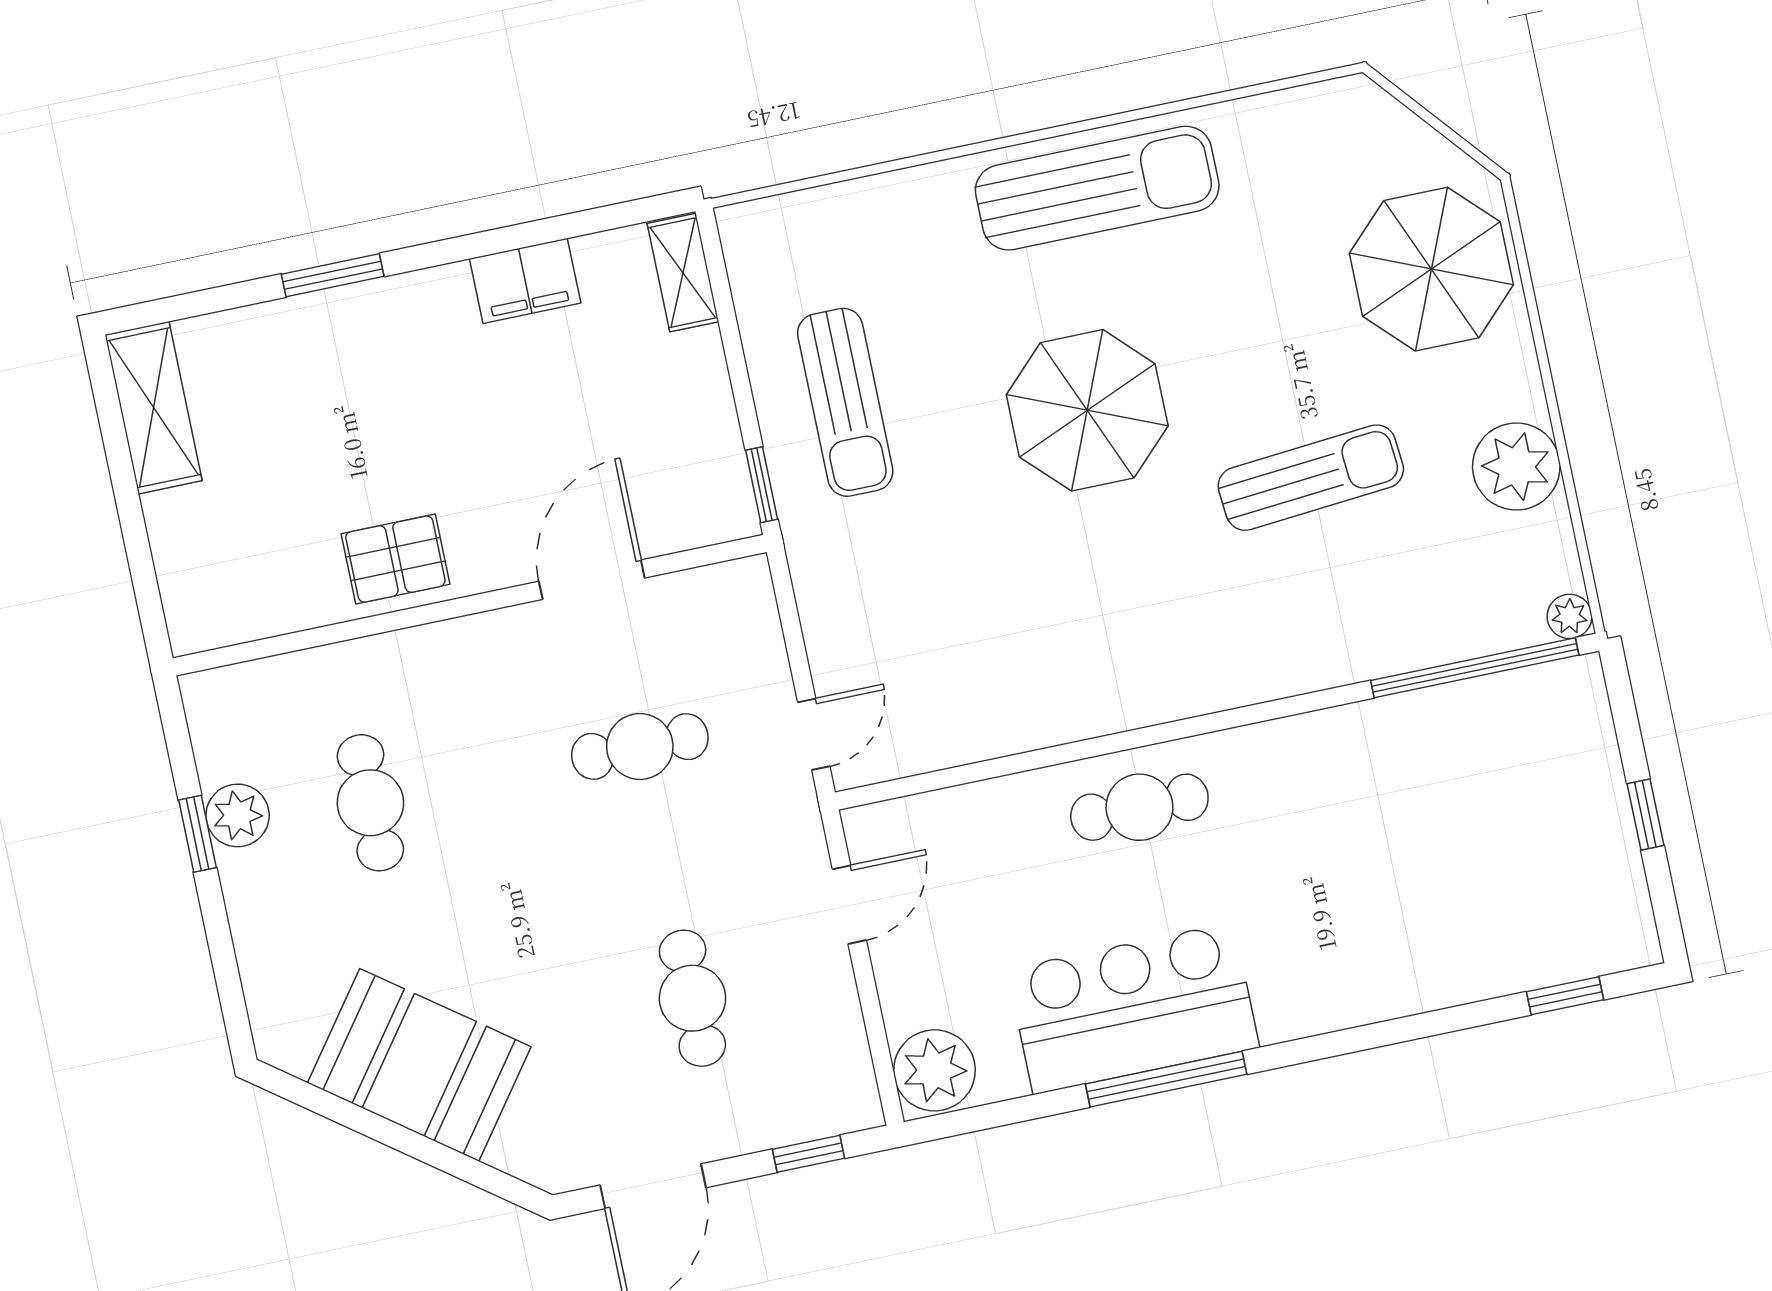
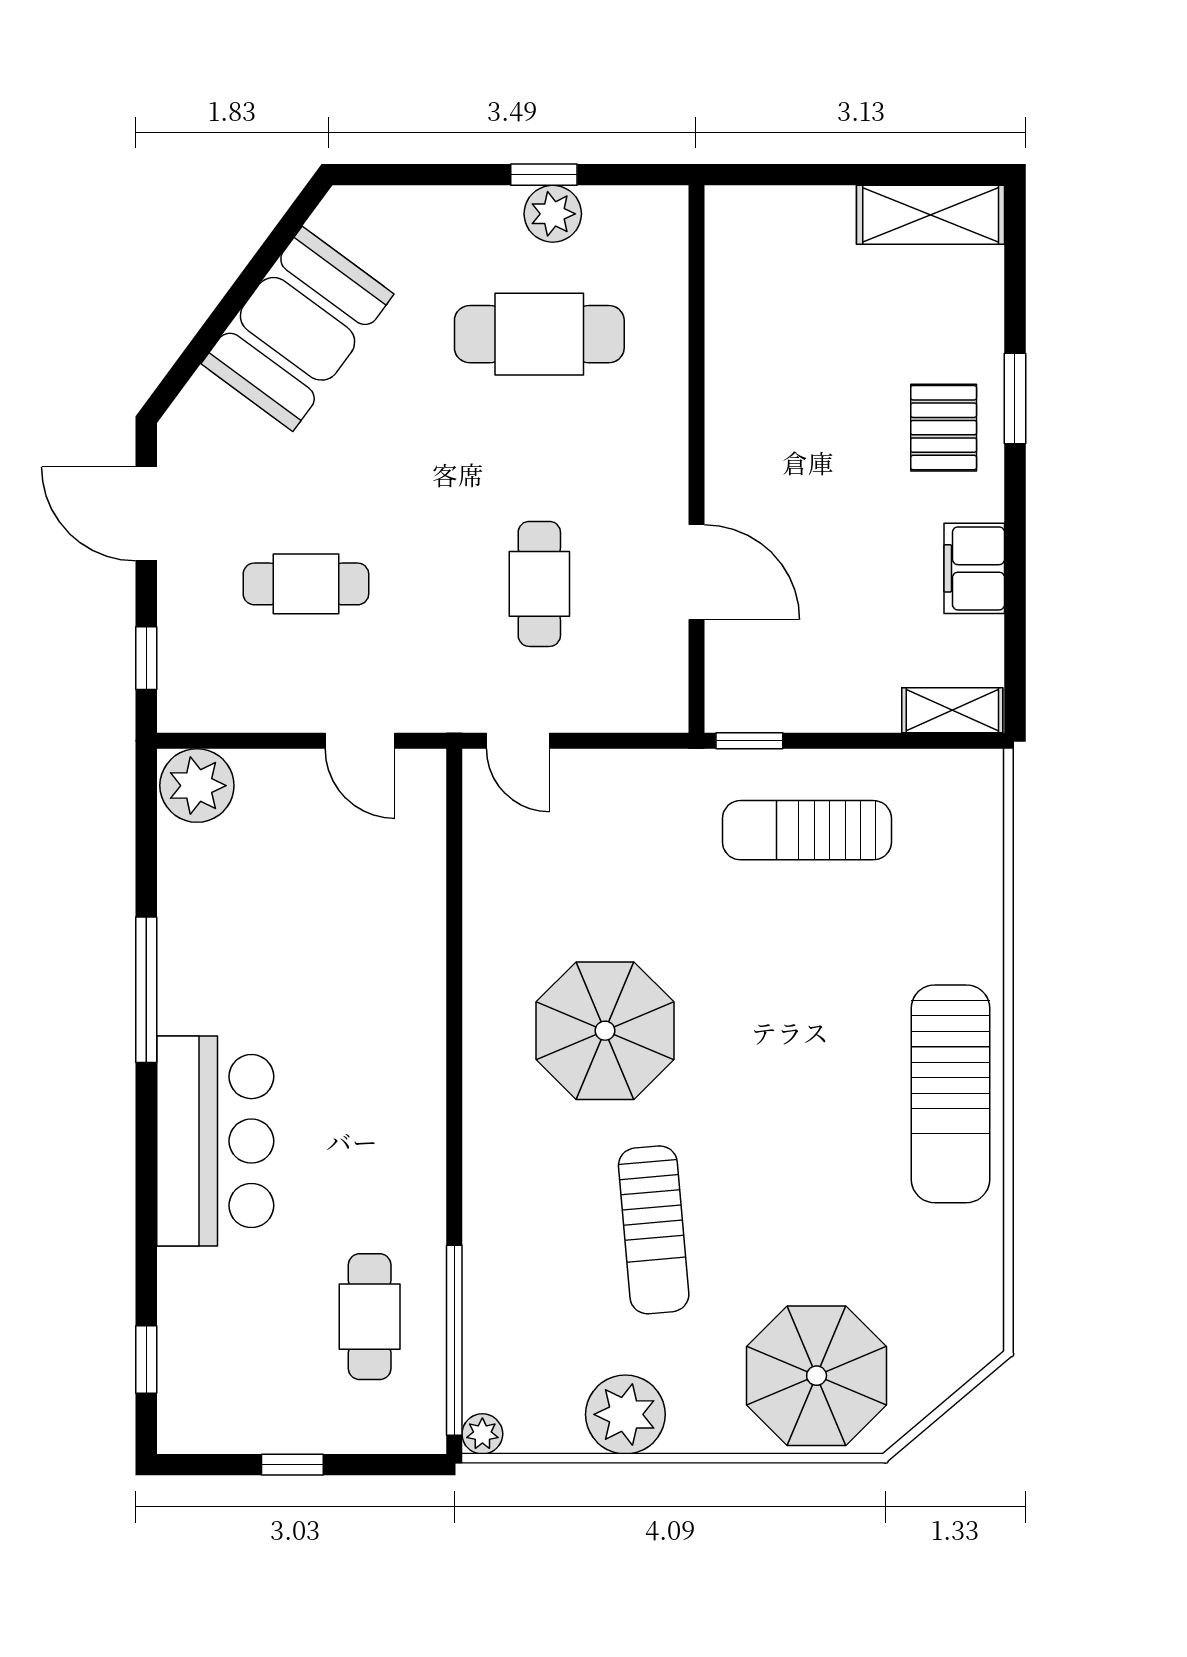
parasol: (1087, 410) -> (605, 1031), moved
pallet: (395, 559) -> (944, 428), moved
cafe table: (370, 803) -> (539, 334), width x1.37, depth x1.35
cafe table: (1139, 807) -> (370, 1317), moved
bar counter: (1133, 1008) -> (215, 1141), moved

